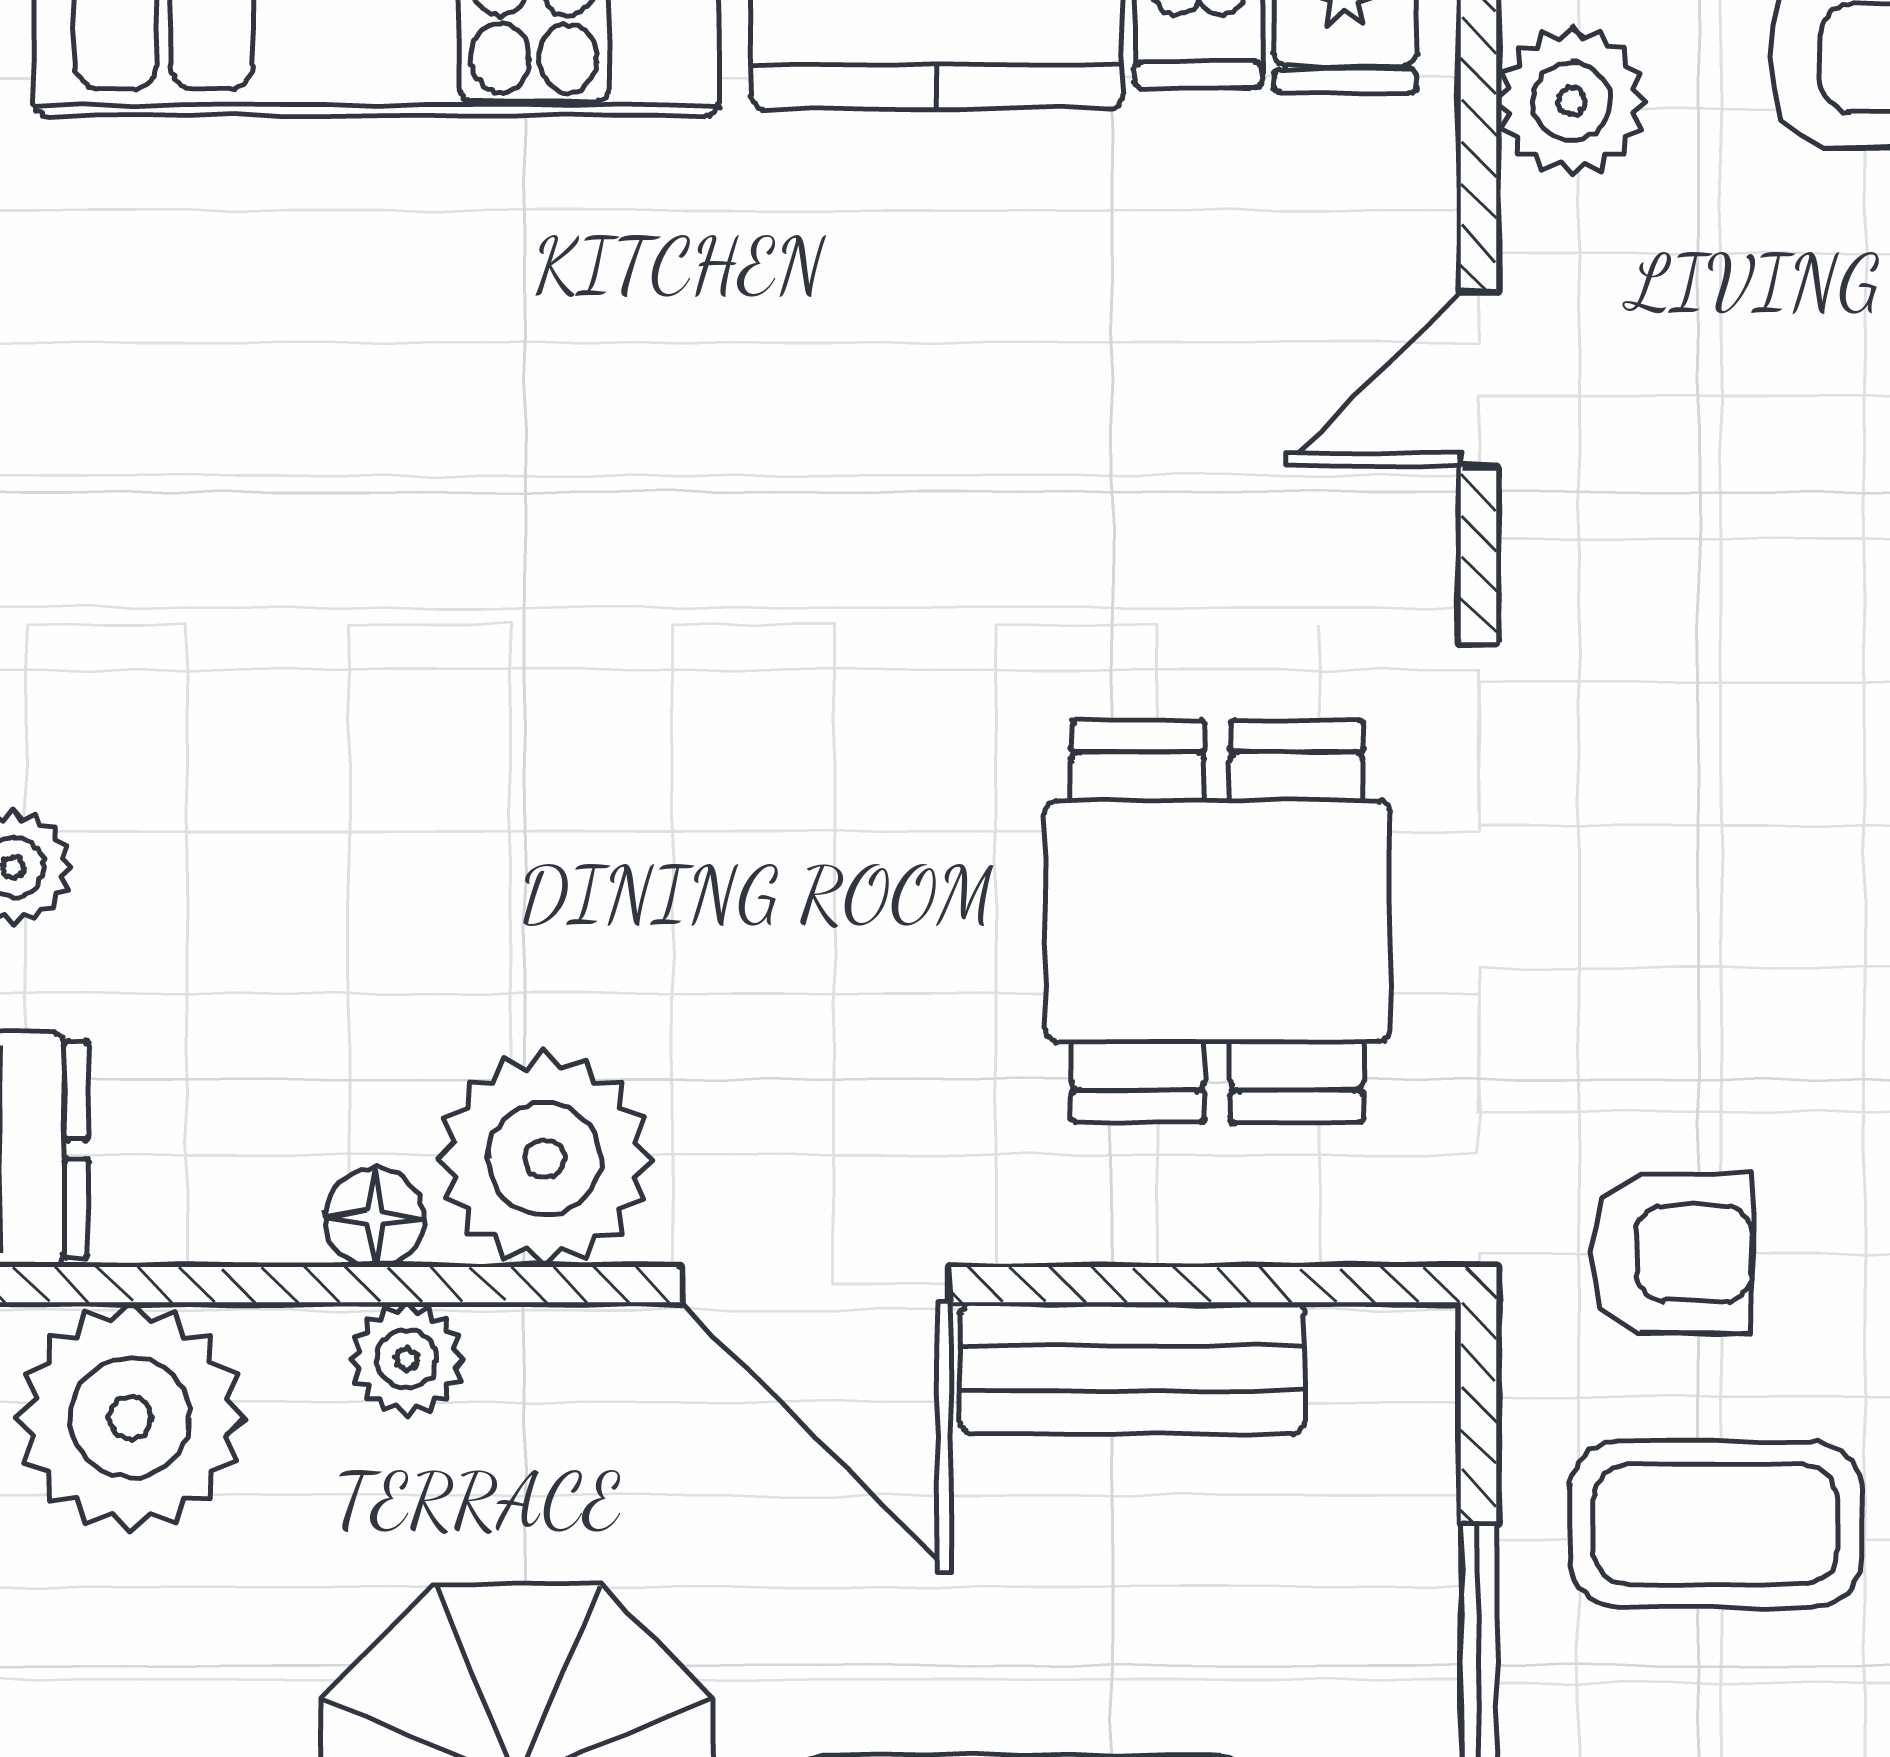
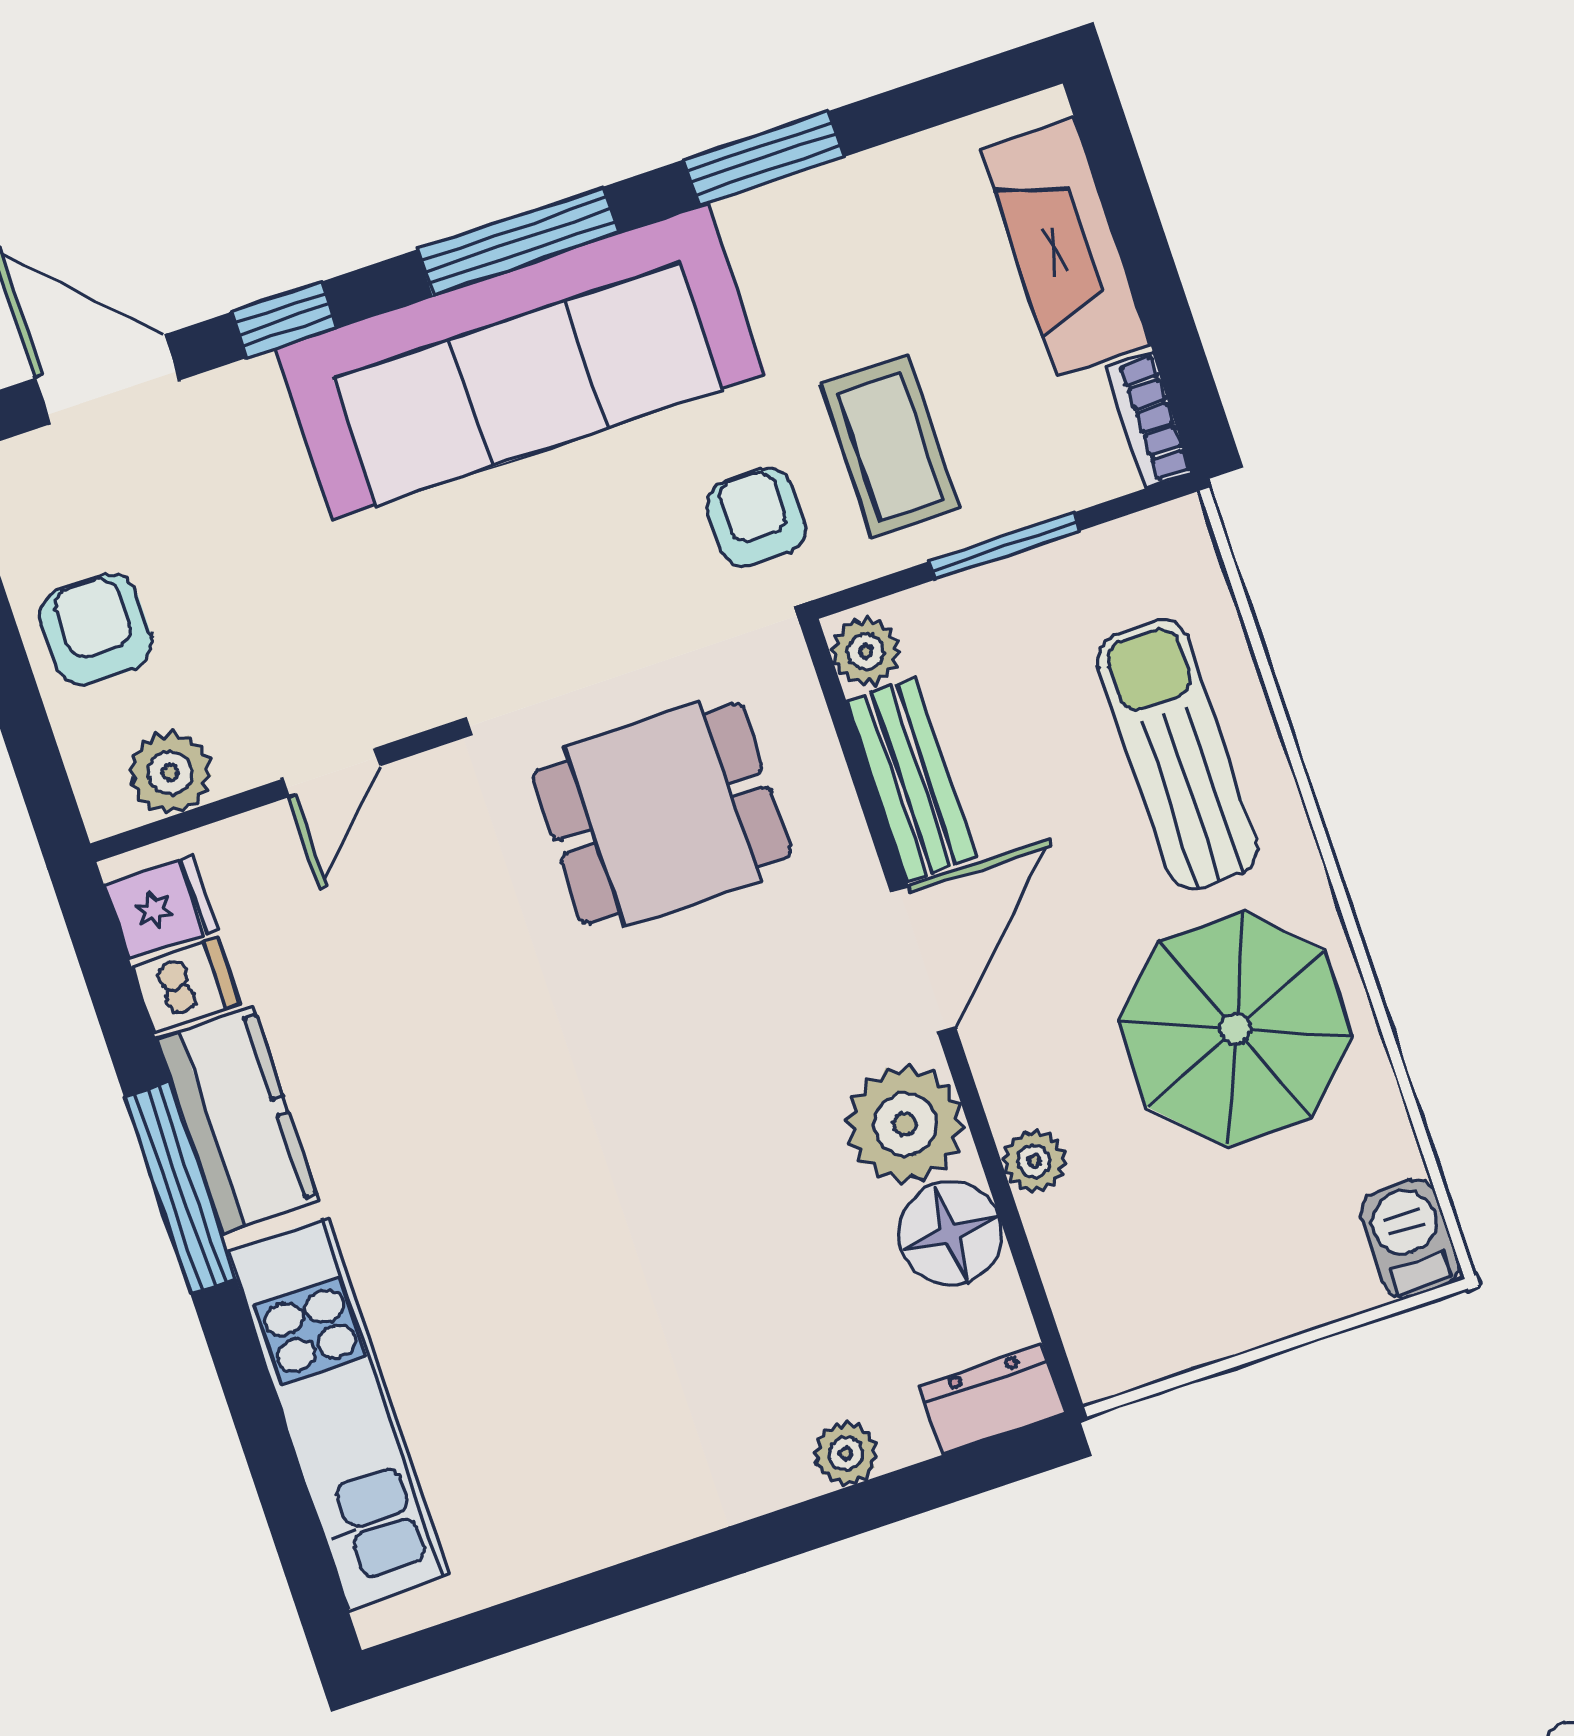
door: (1479, 379) -> (332, 772), hinge flipped
floor lamp: (375, 1217) -> (950, 1233), width x1.89, depth x1.89
plant: (130, 1418) -> (865, 651), moved, width x0.53, depth x0.53

